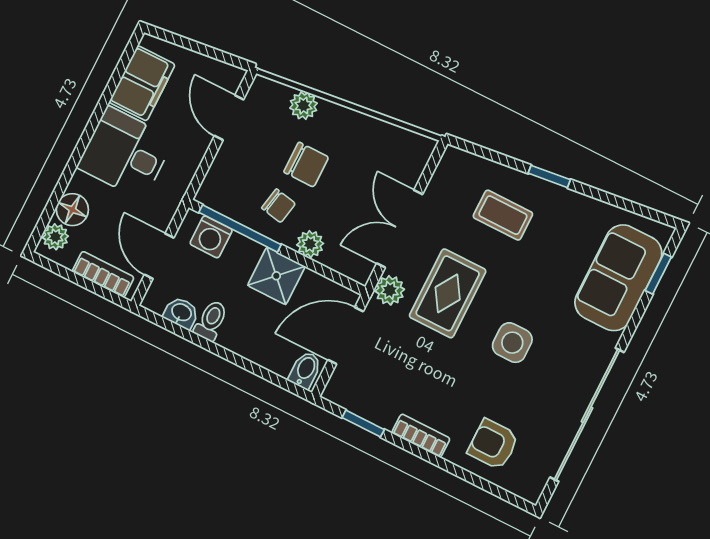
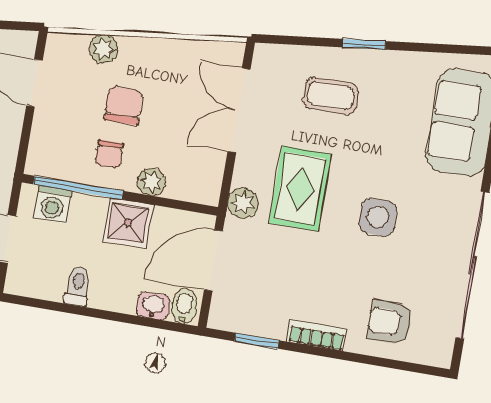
chair: (306, 165) -> (124, 106), turned -90
chair: (279, 206) -> (109, 154), turned 79
double door: (400, 229) -> (239, 110), moved
washbasin: (181, 313) -> (153, 306), moved

